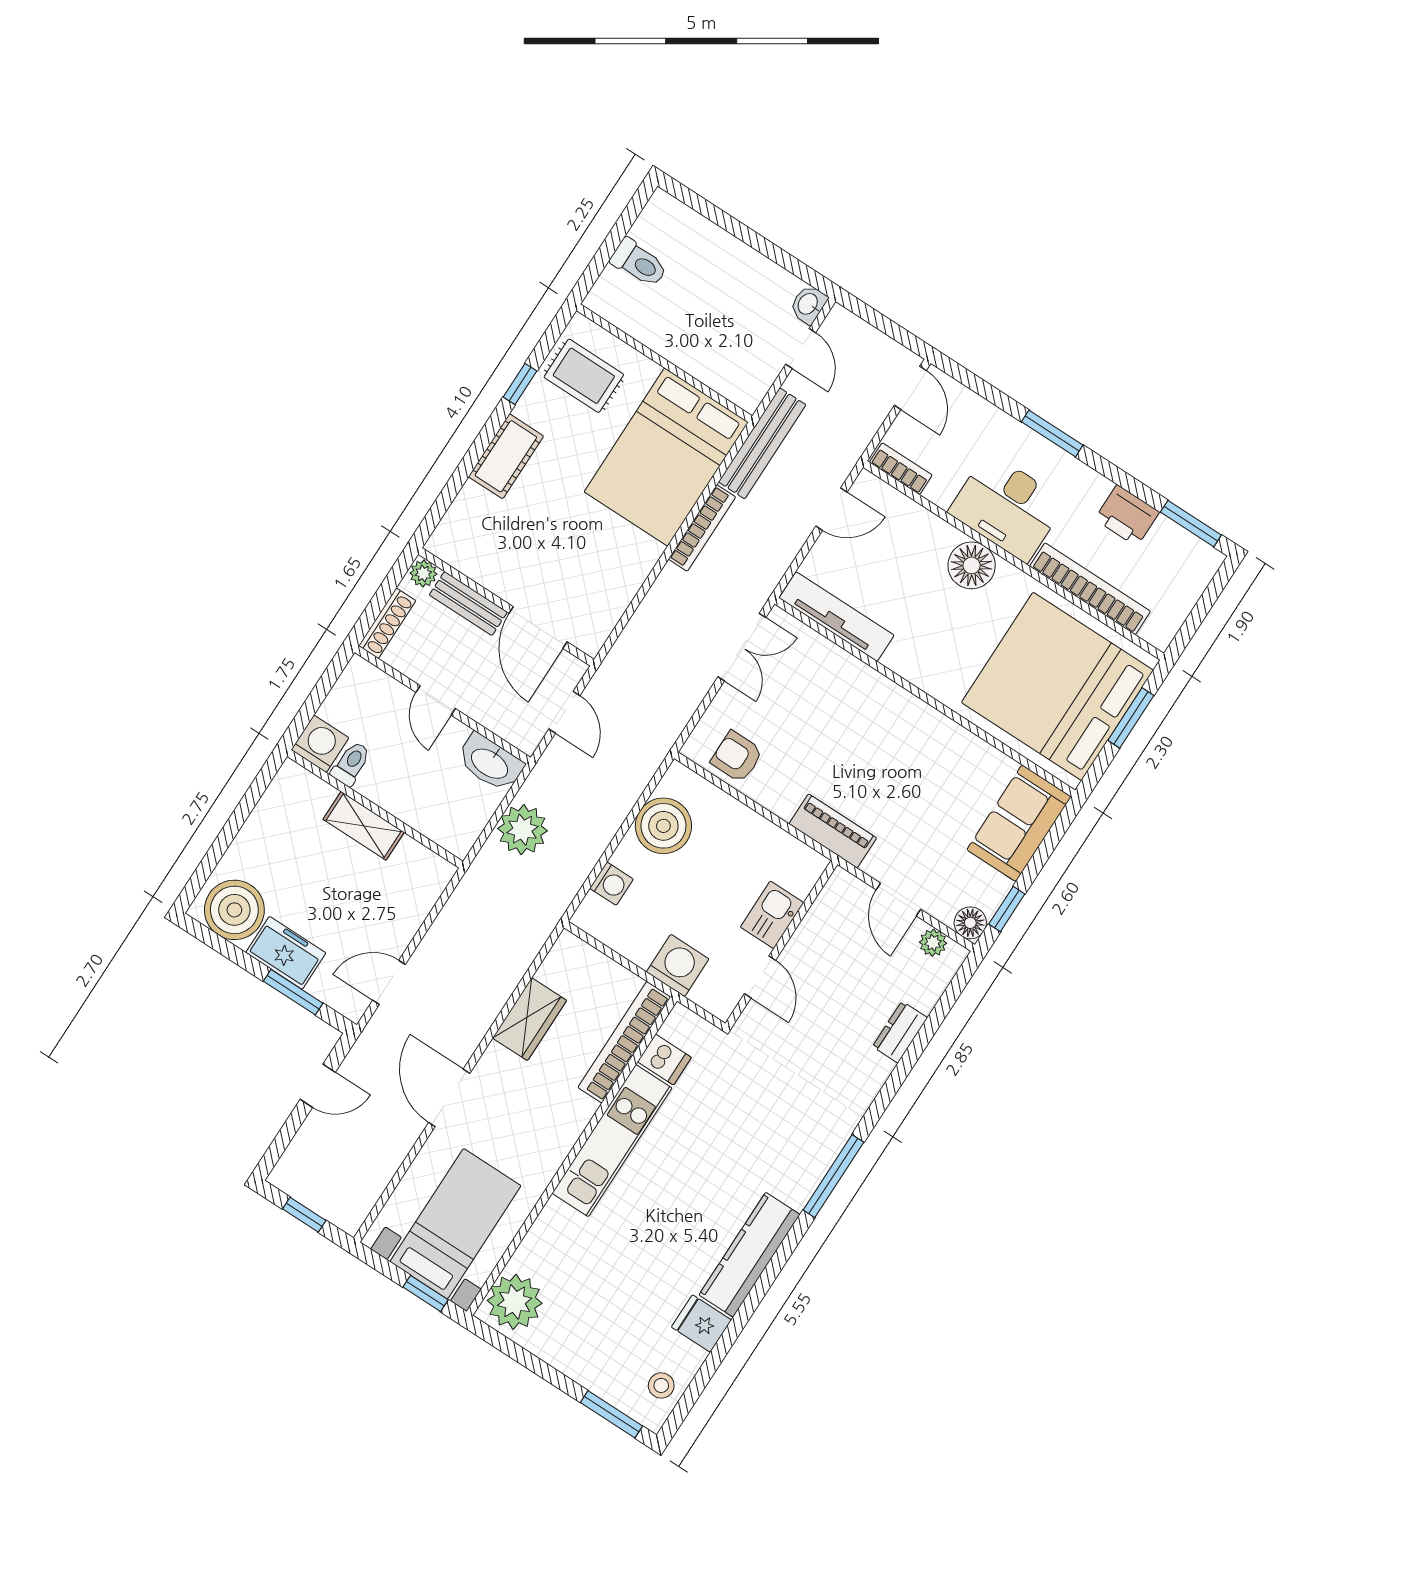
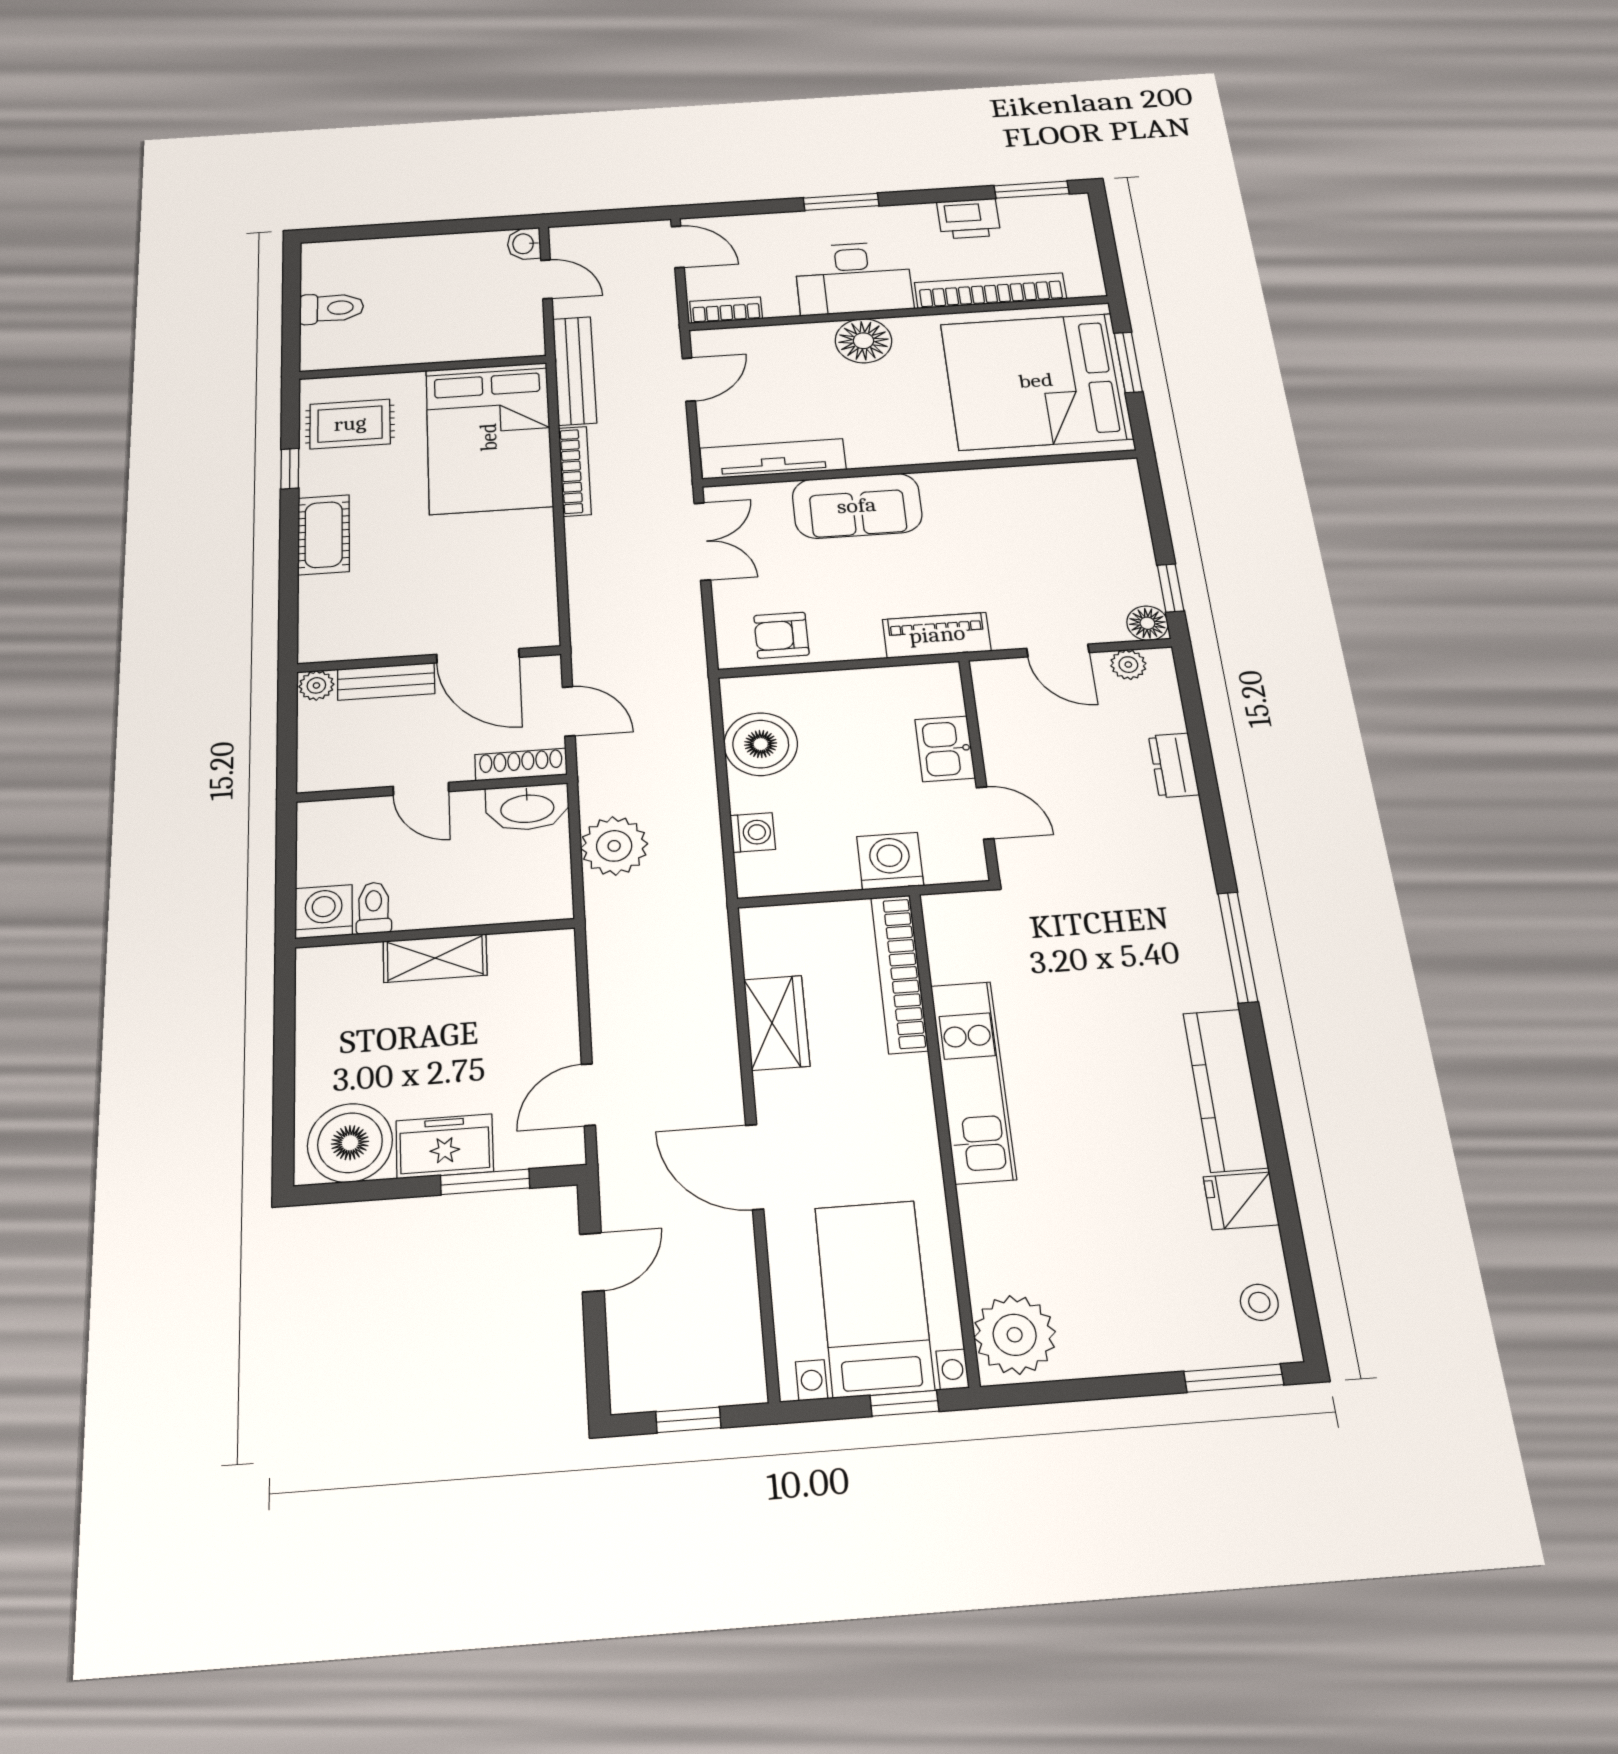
shoe rack: (387, 623) -> (521, 765), moved, turned -90
sofa: (1019, 823) -> (857, 506), moved, turned -90
dishwasher: (664, 1060) -> (957, 960), removed

